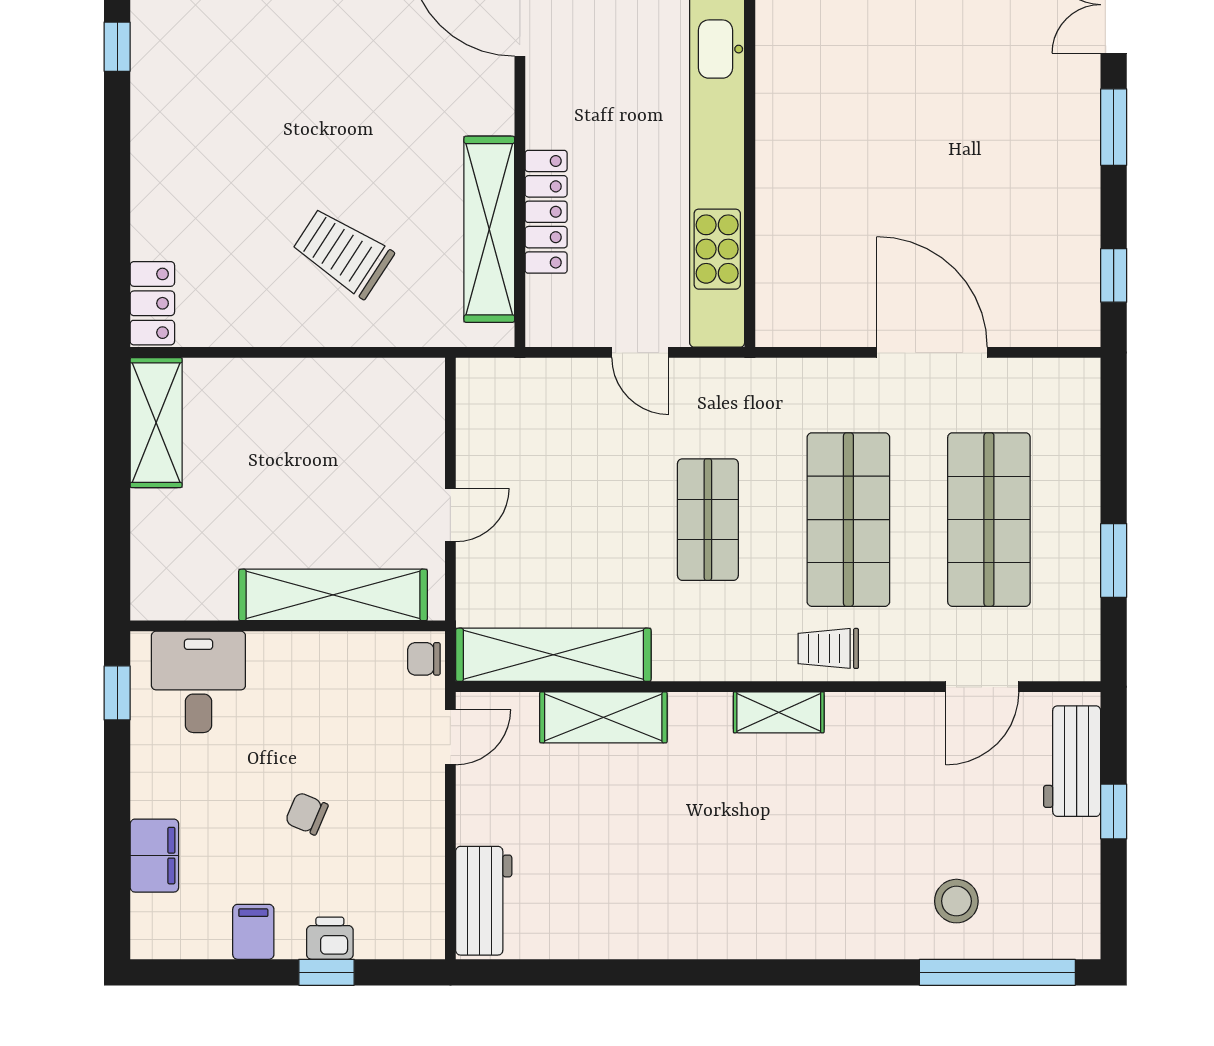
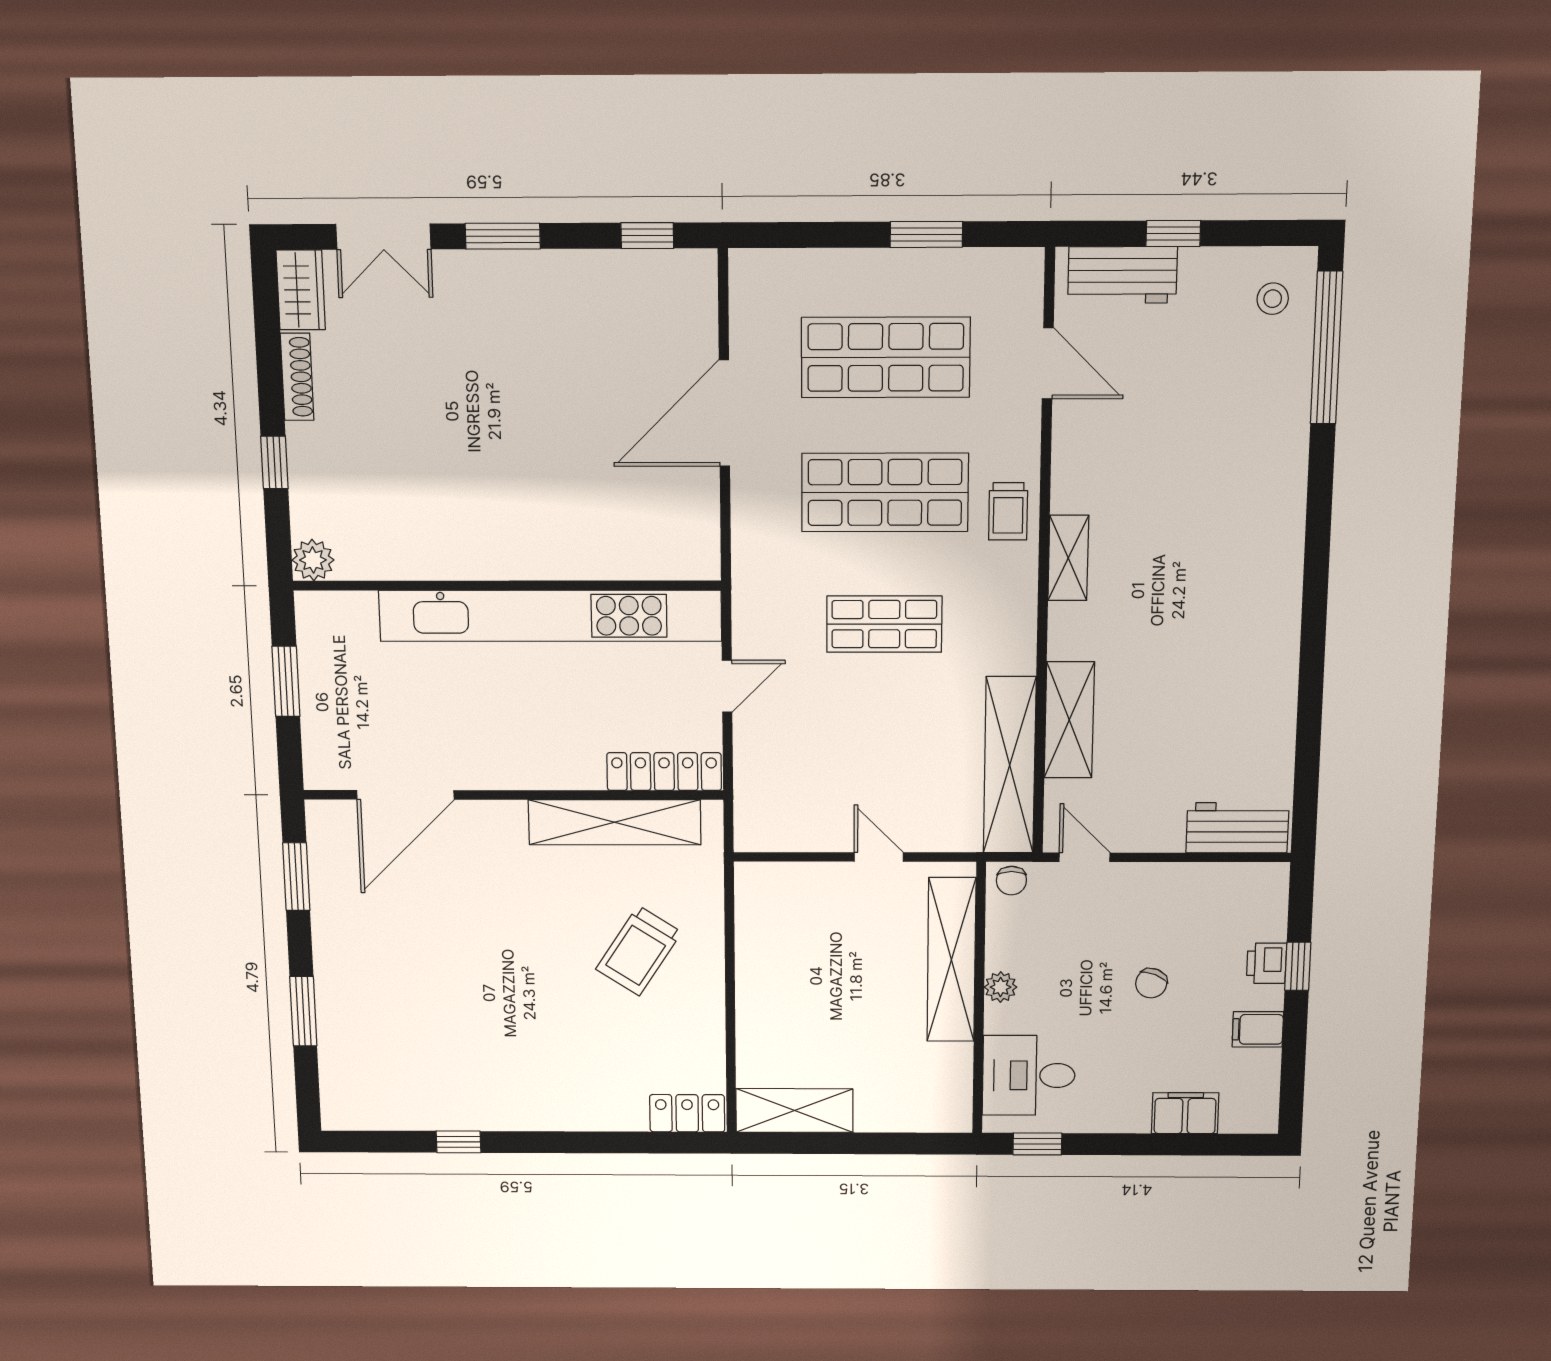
locker: (546, 212) -> (664, 772), moved
plant: (302, 649) -> (1001, 987), added
stool: (956, 901) -> (1273, 299), moved, width x0.73, depth x0.73

